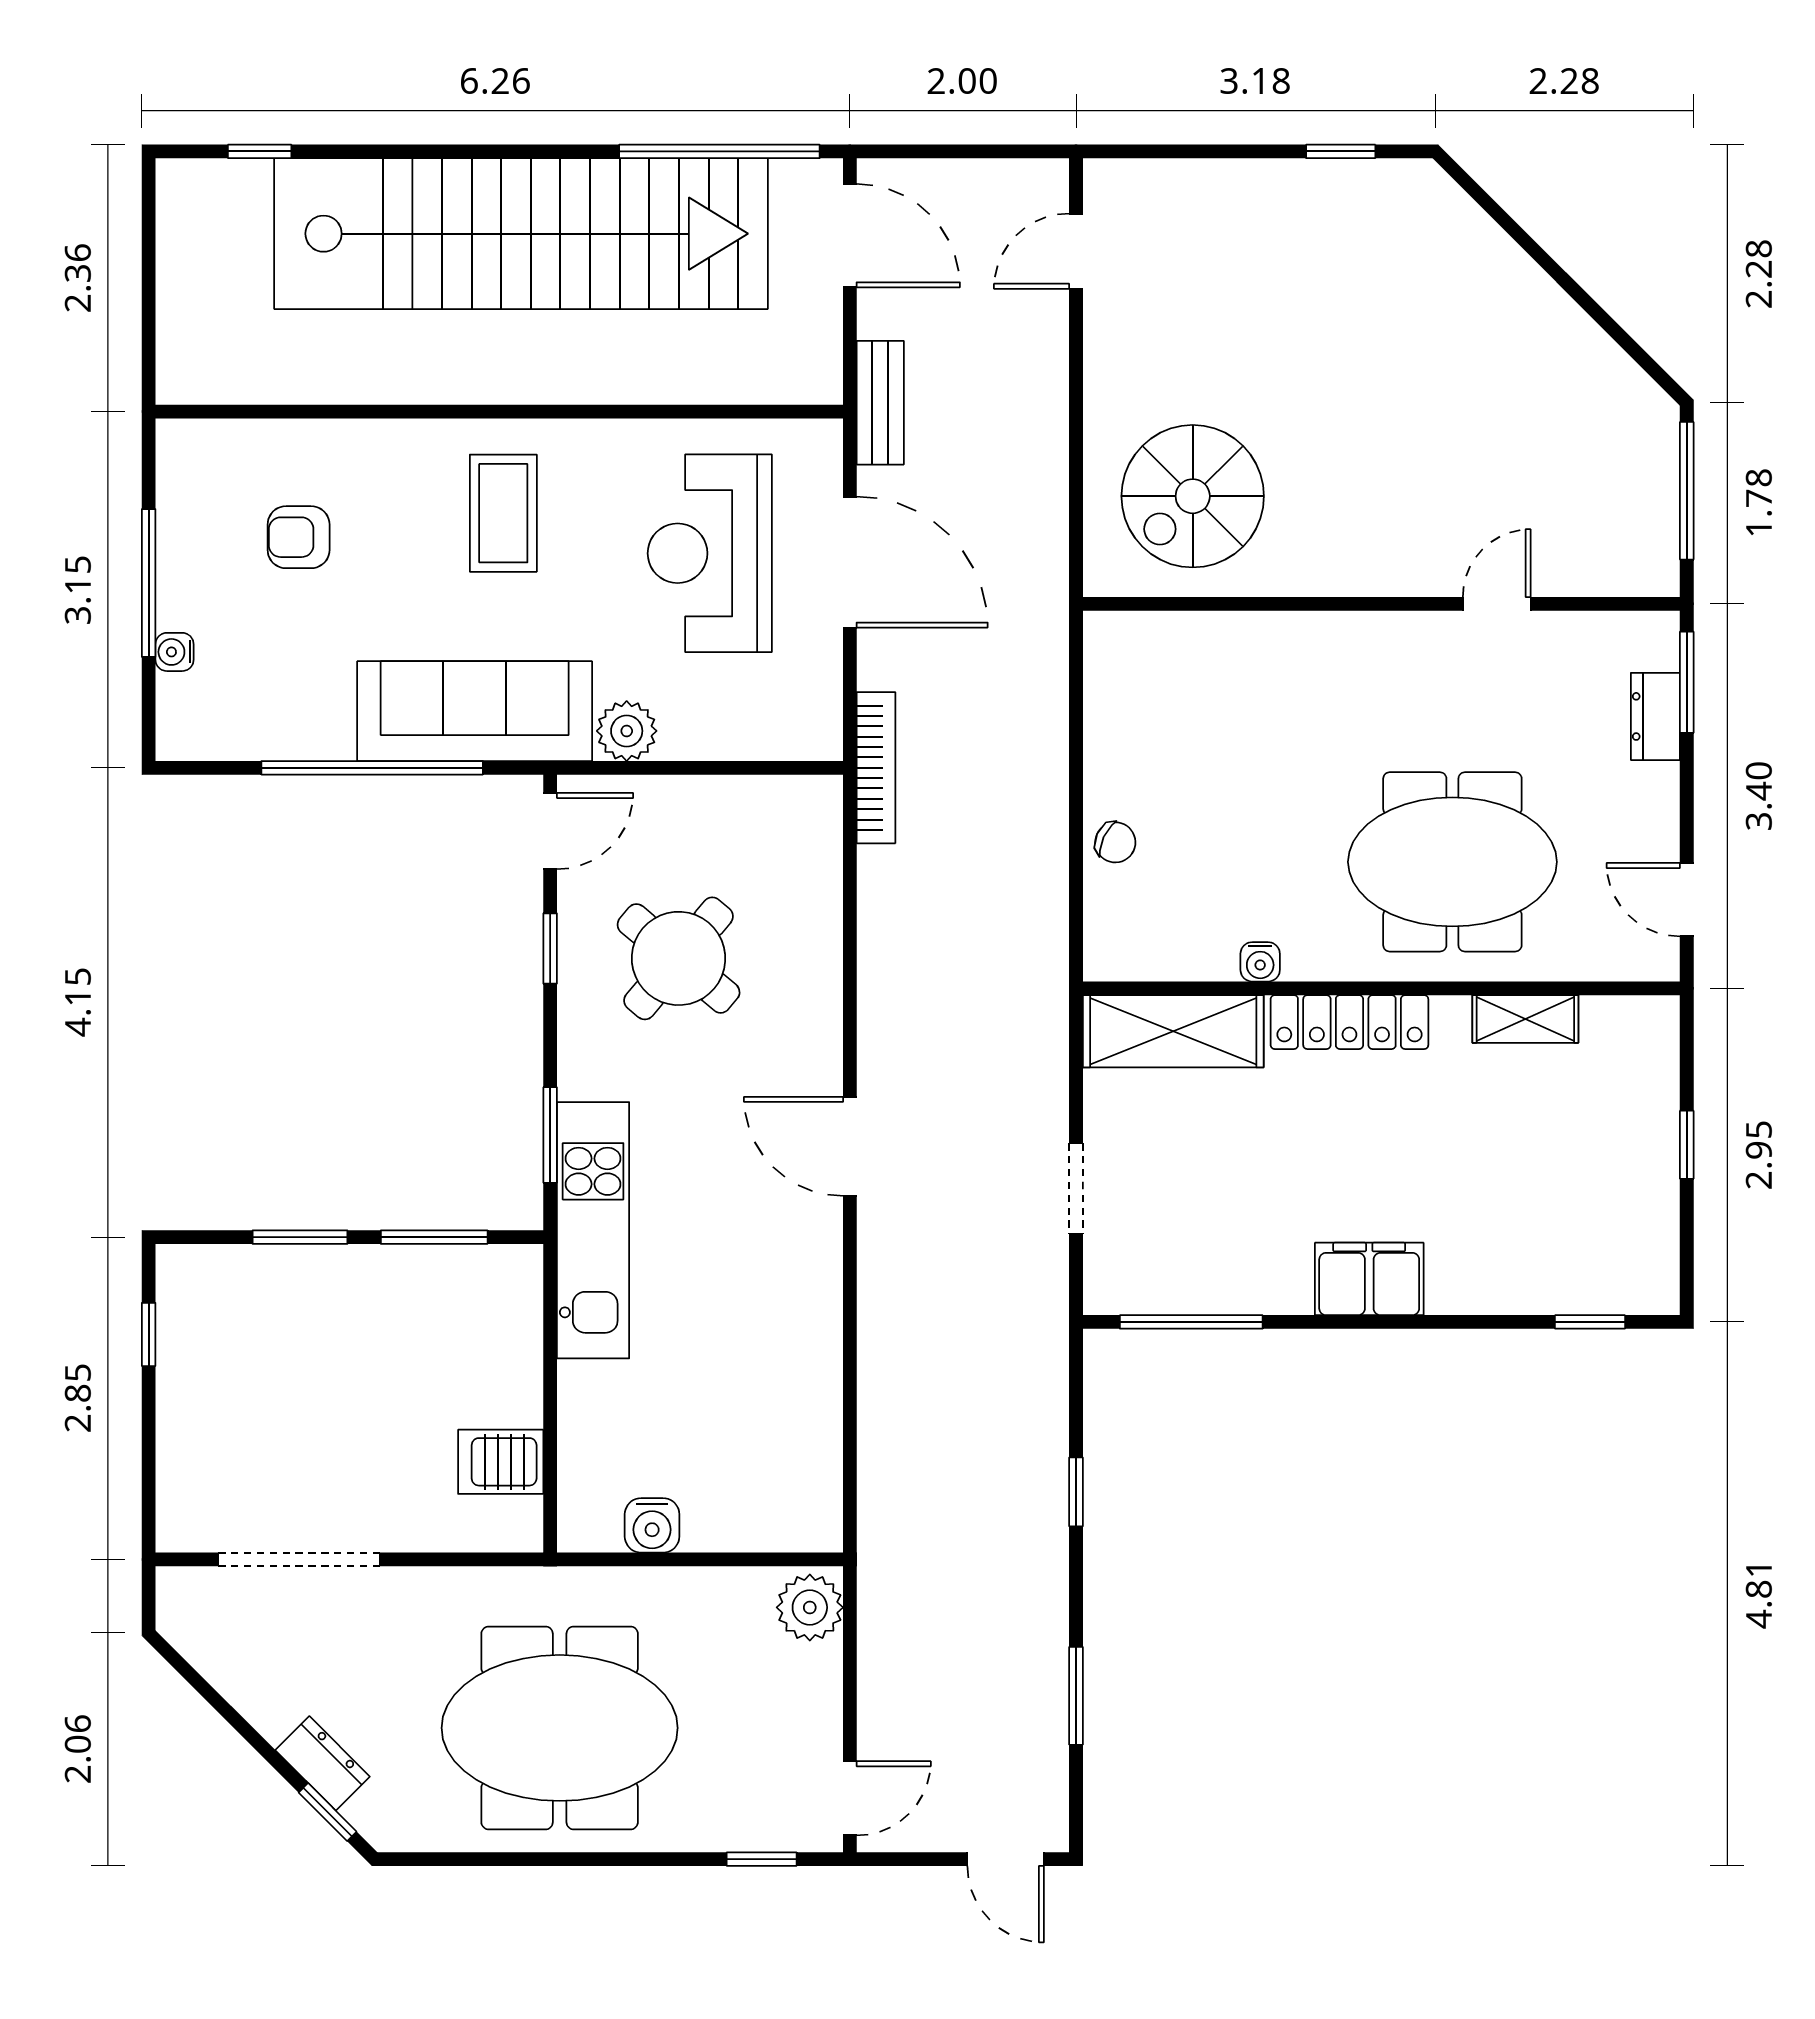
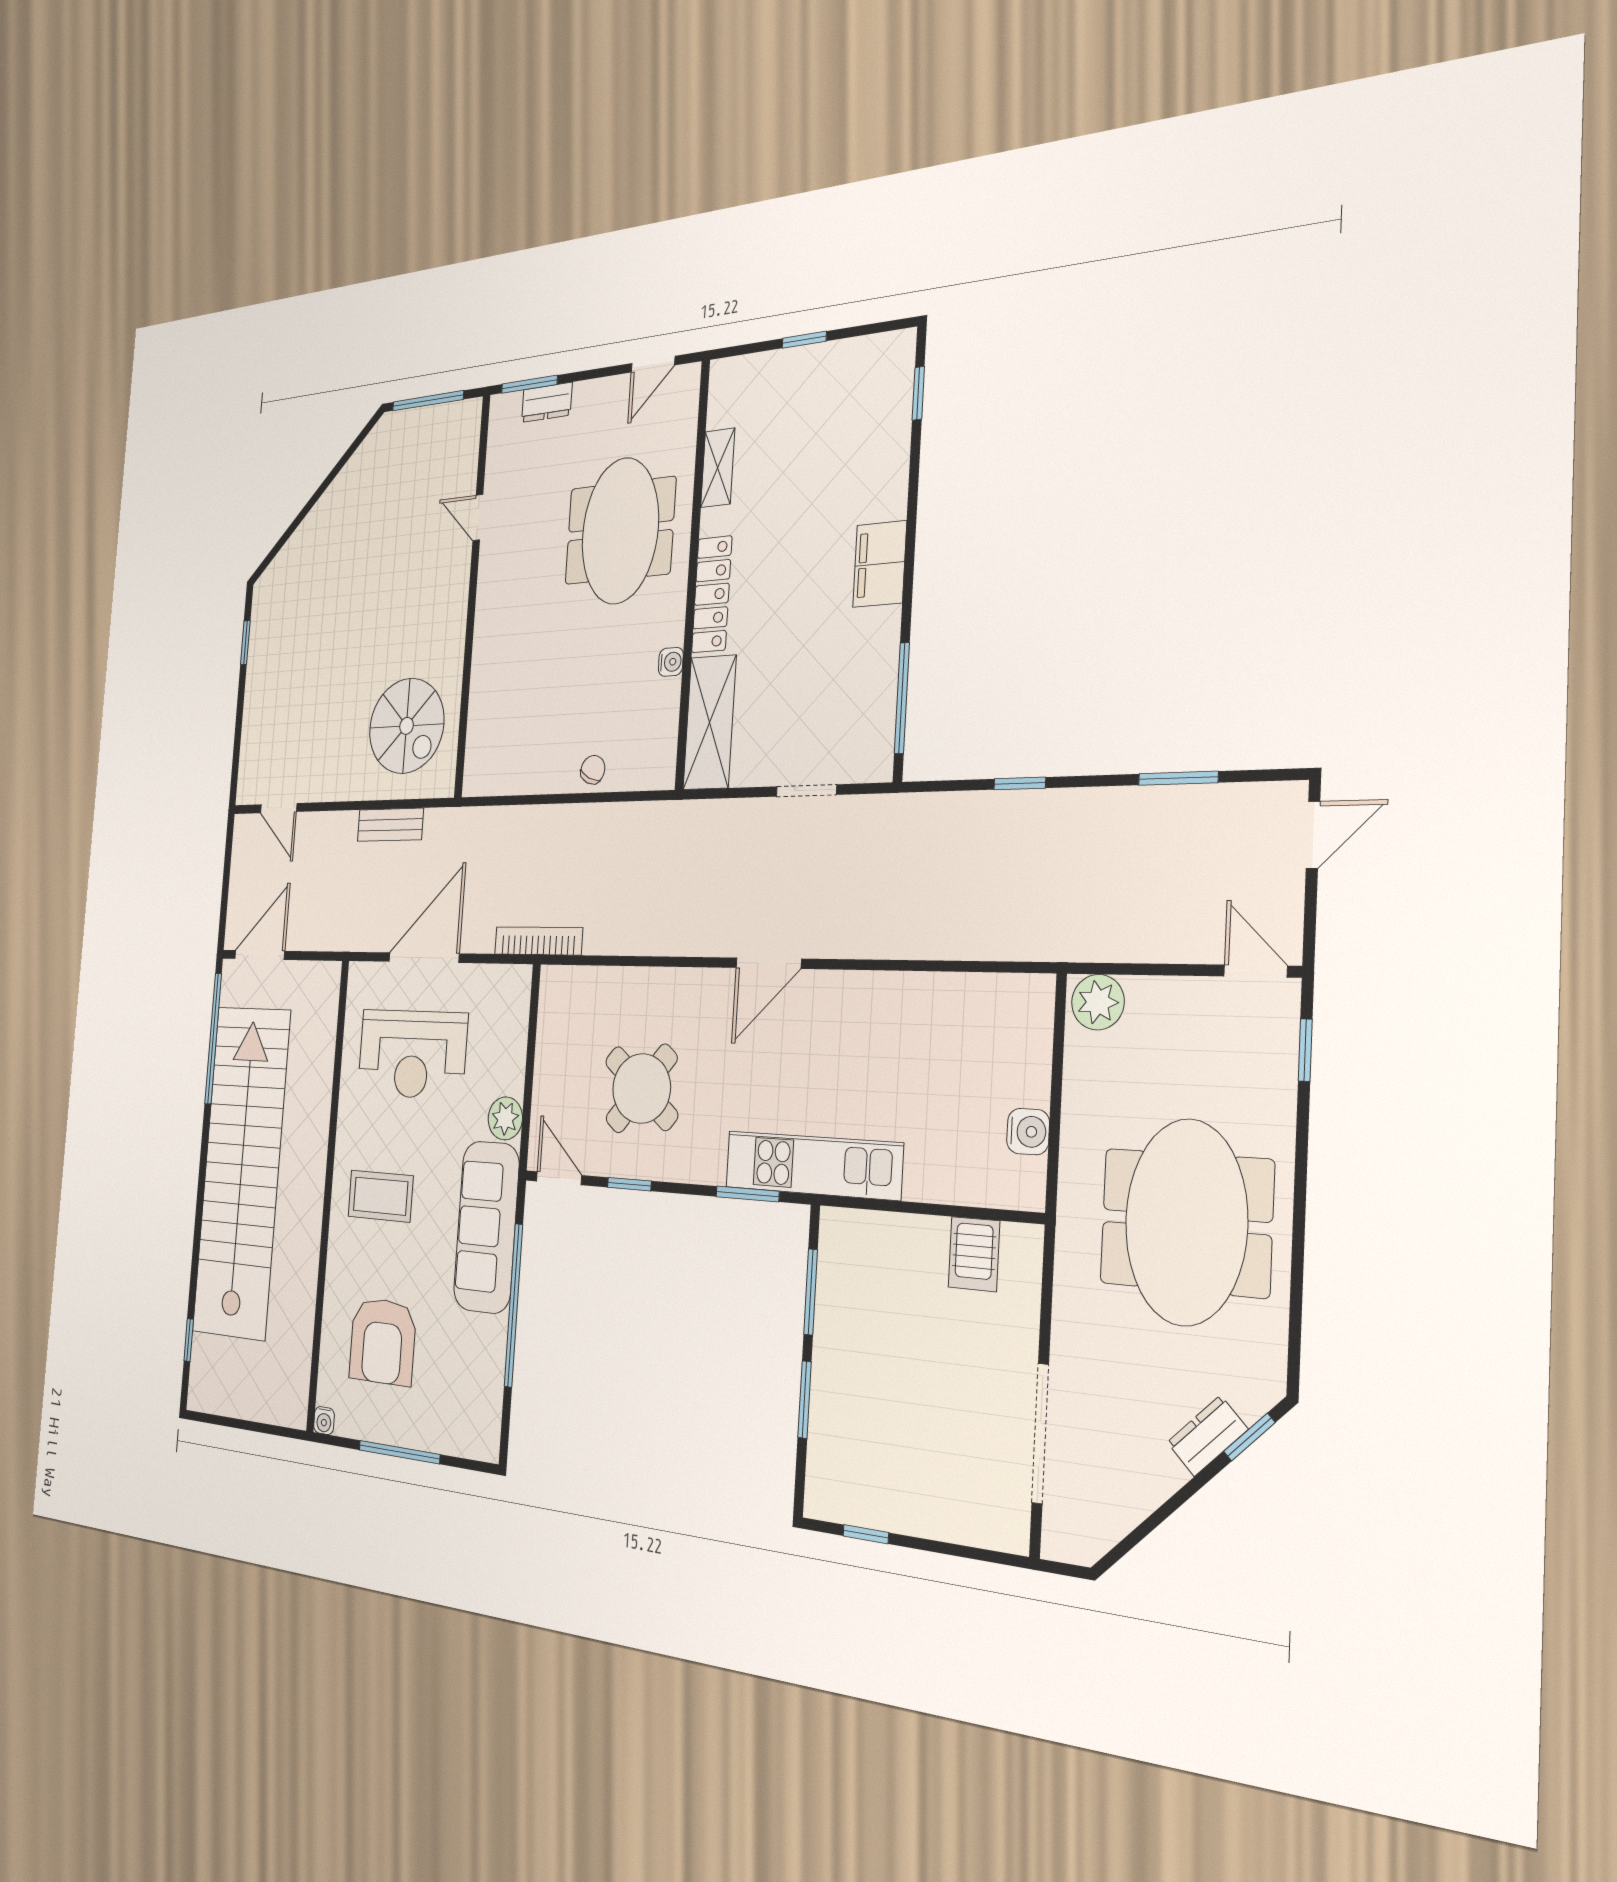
bench: (880, 403) -> (390, 825), moved
armchair: (299, 537) -> (383, 1341), width x1.88, depth x1.88
water cooler: (175, 652) -> (324, 1421), moved

